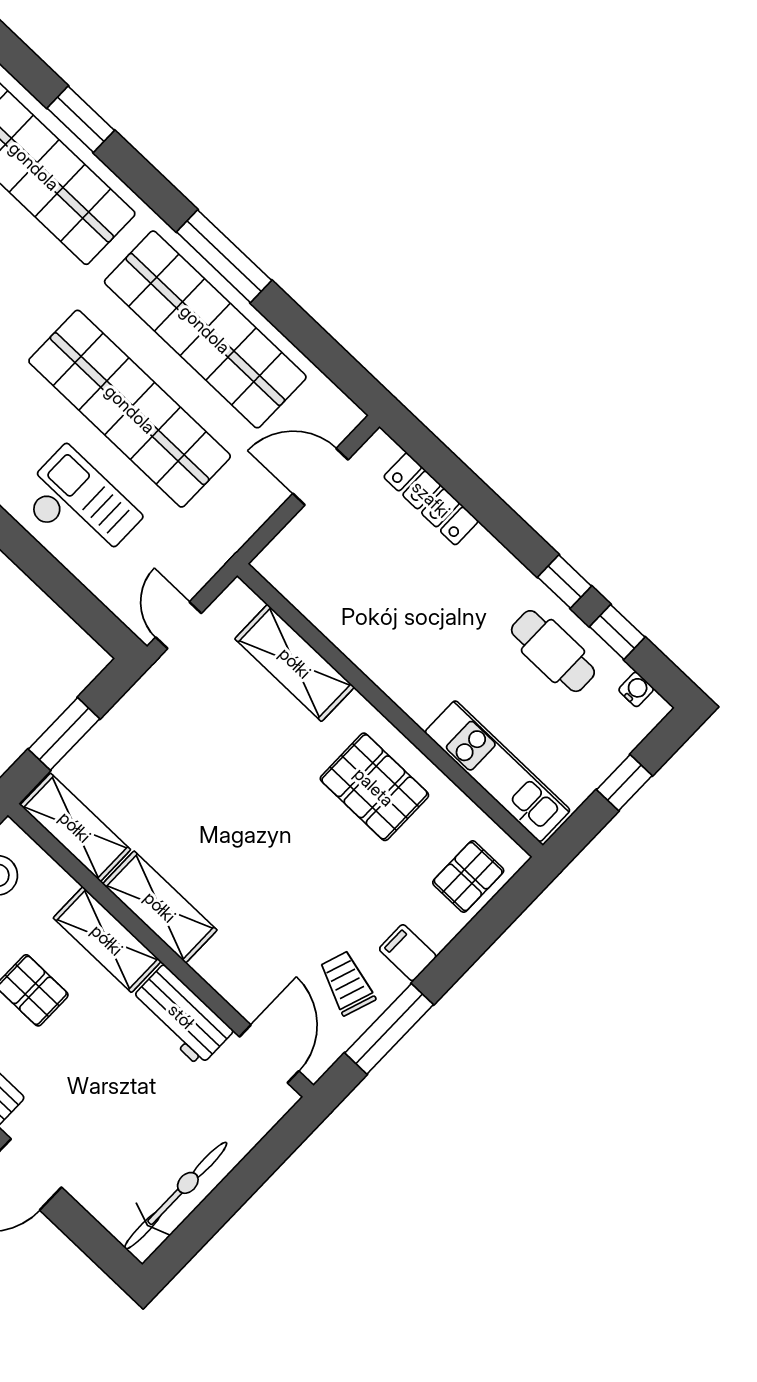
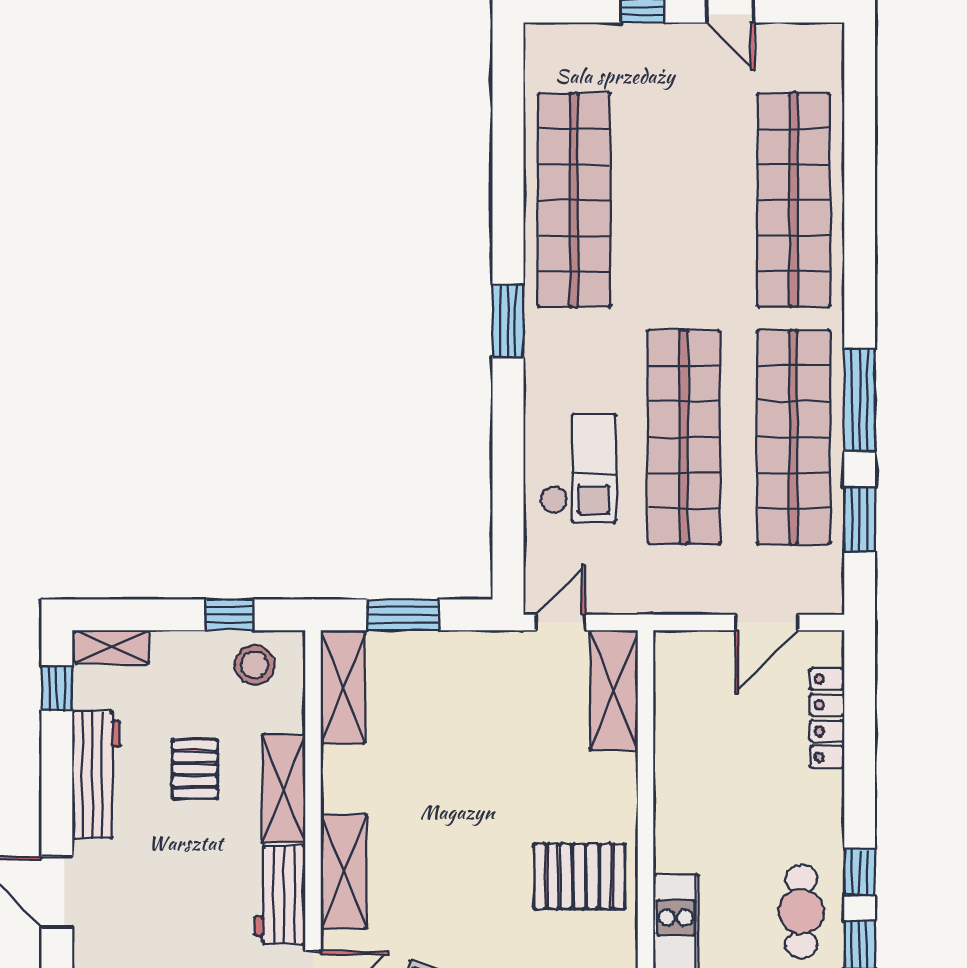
window: (81, 119) -> (860, 519), moved
door: (320, 477) -> (767, 622), swing flipped
shelving: (295, 663) -> (614, 690), moved
pallet: (374, 787) -> (579, 876), turned 90
shelving: (160, 907) -> (344, 871), moved

